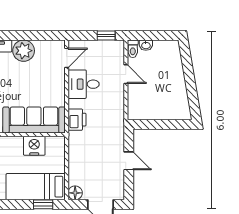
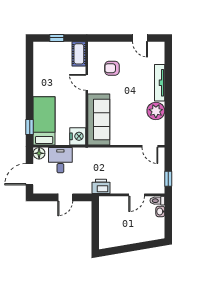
desk: (84, 84) -> (60, 160), moved
printer: (77, 120) -> (101, 186), moved, turned 180
nightstand: (34, 146) -> (78, 136), moved

